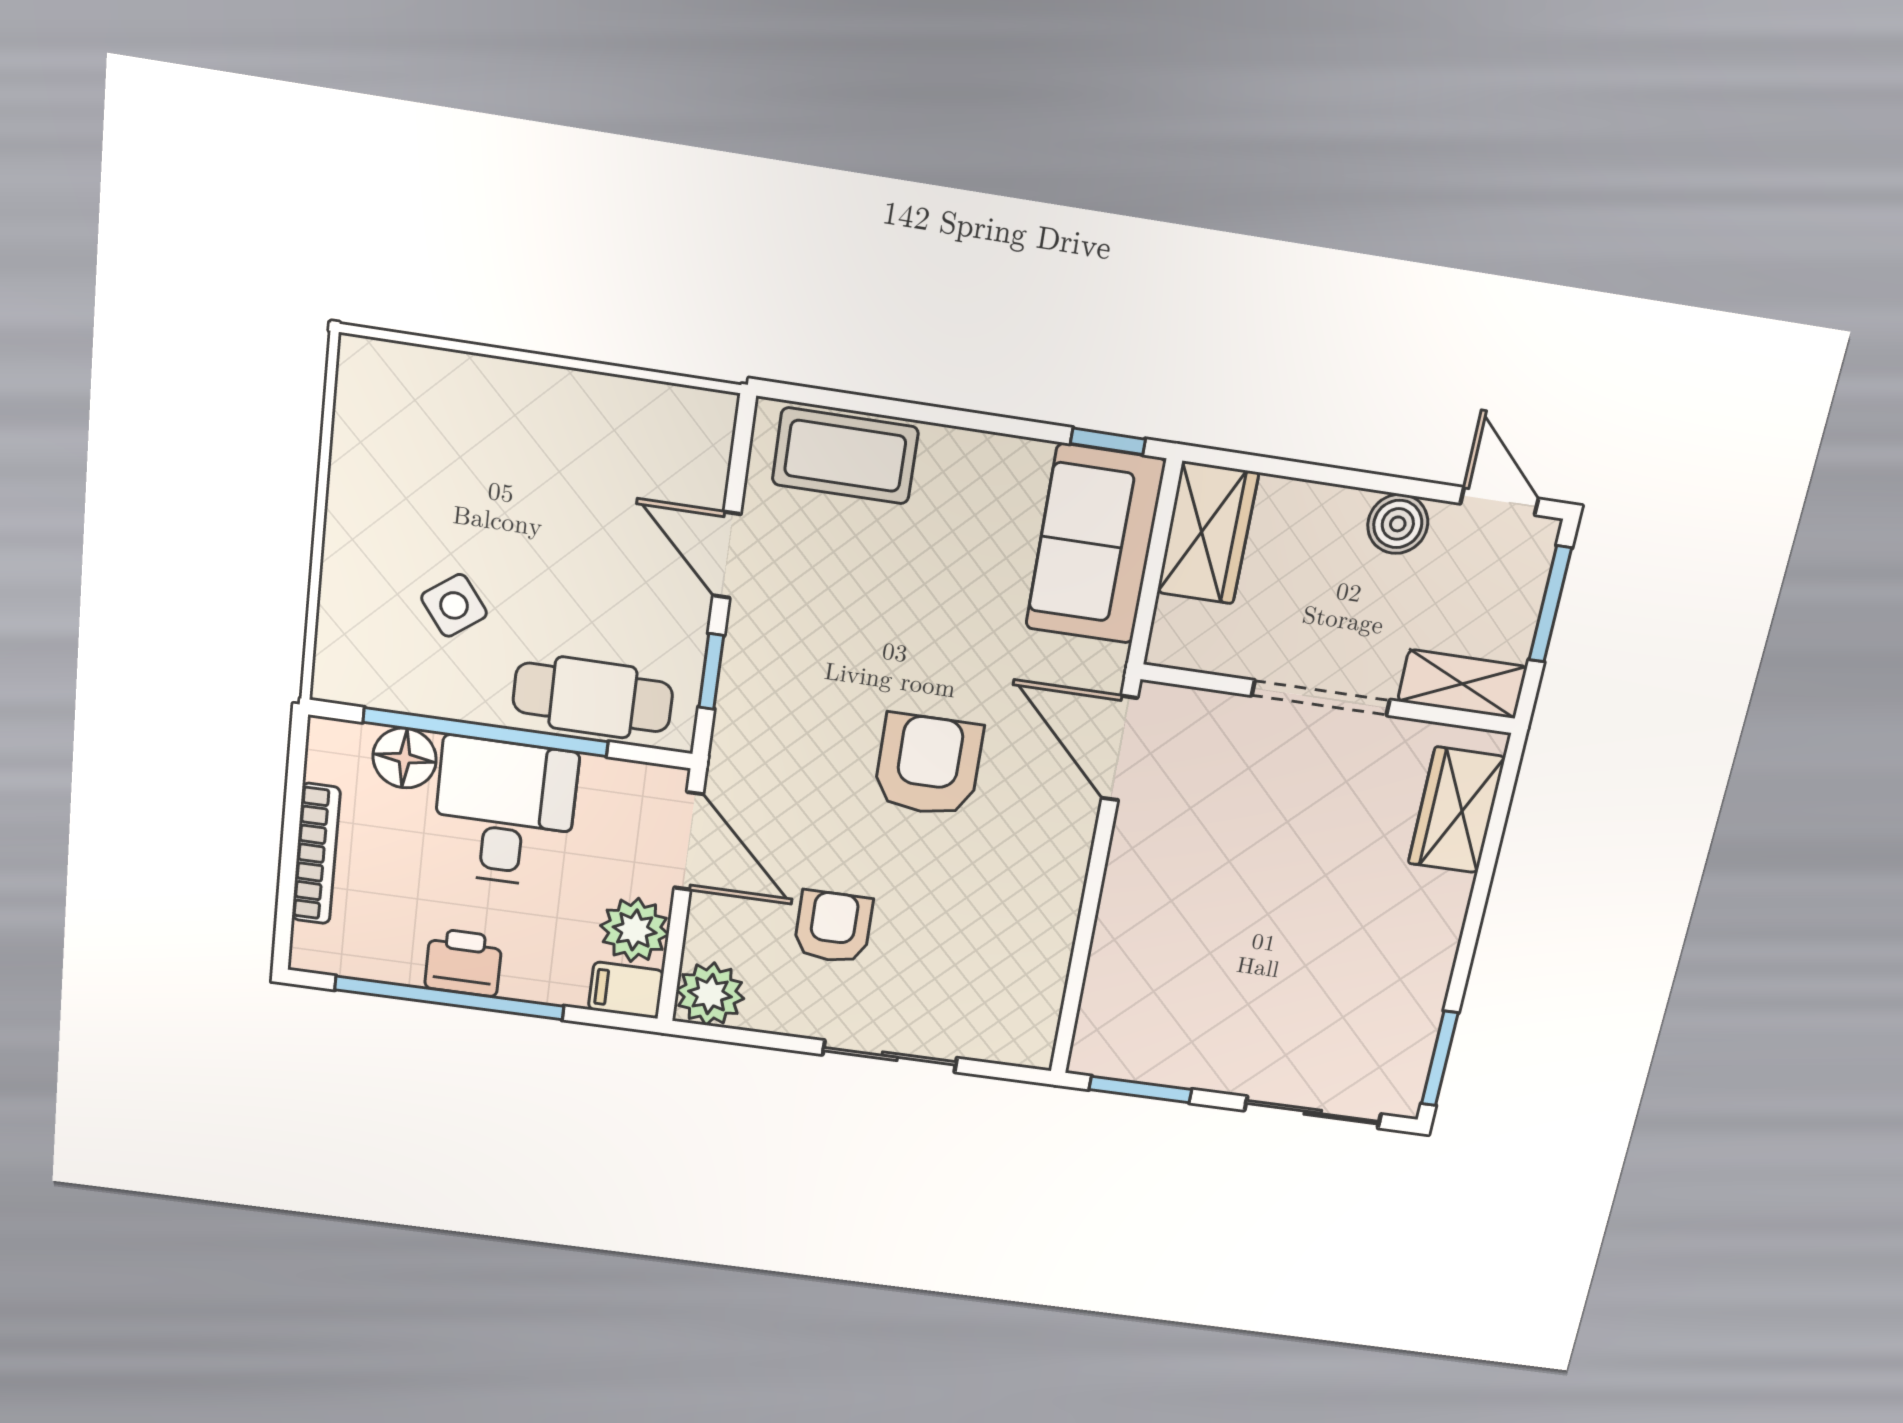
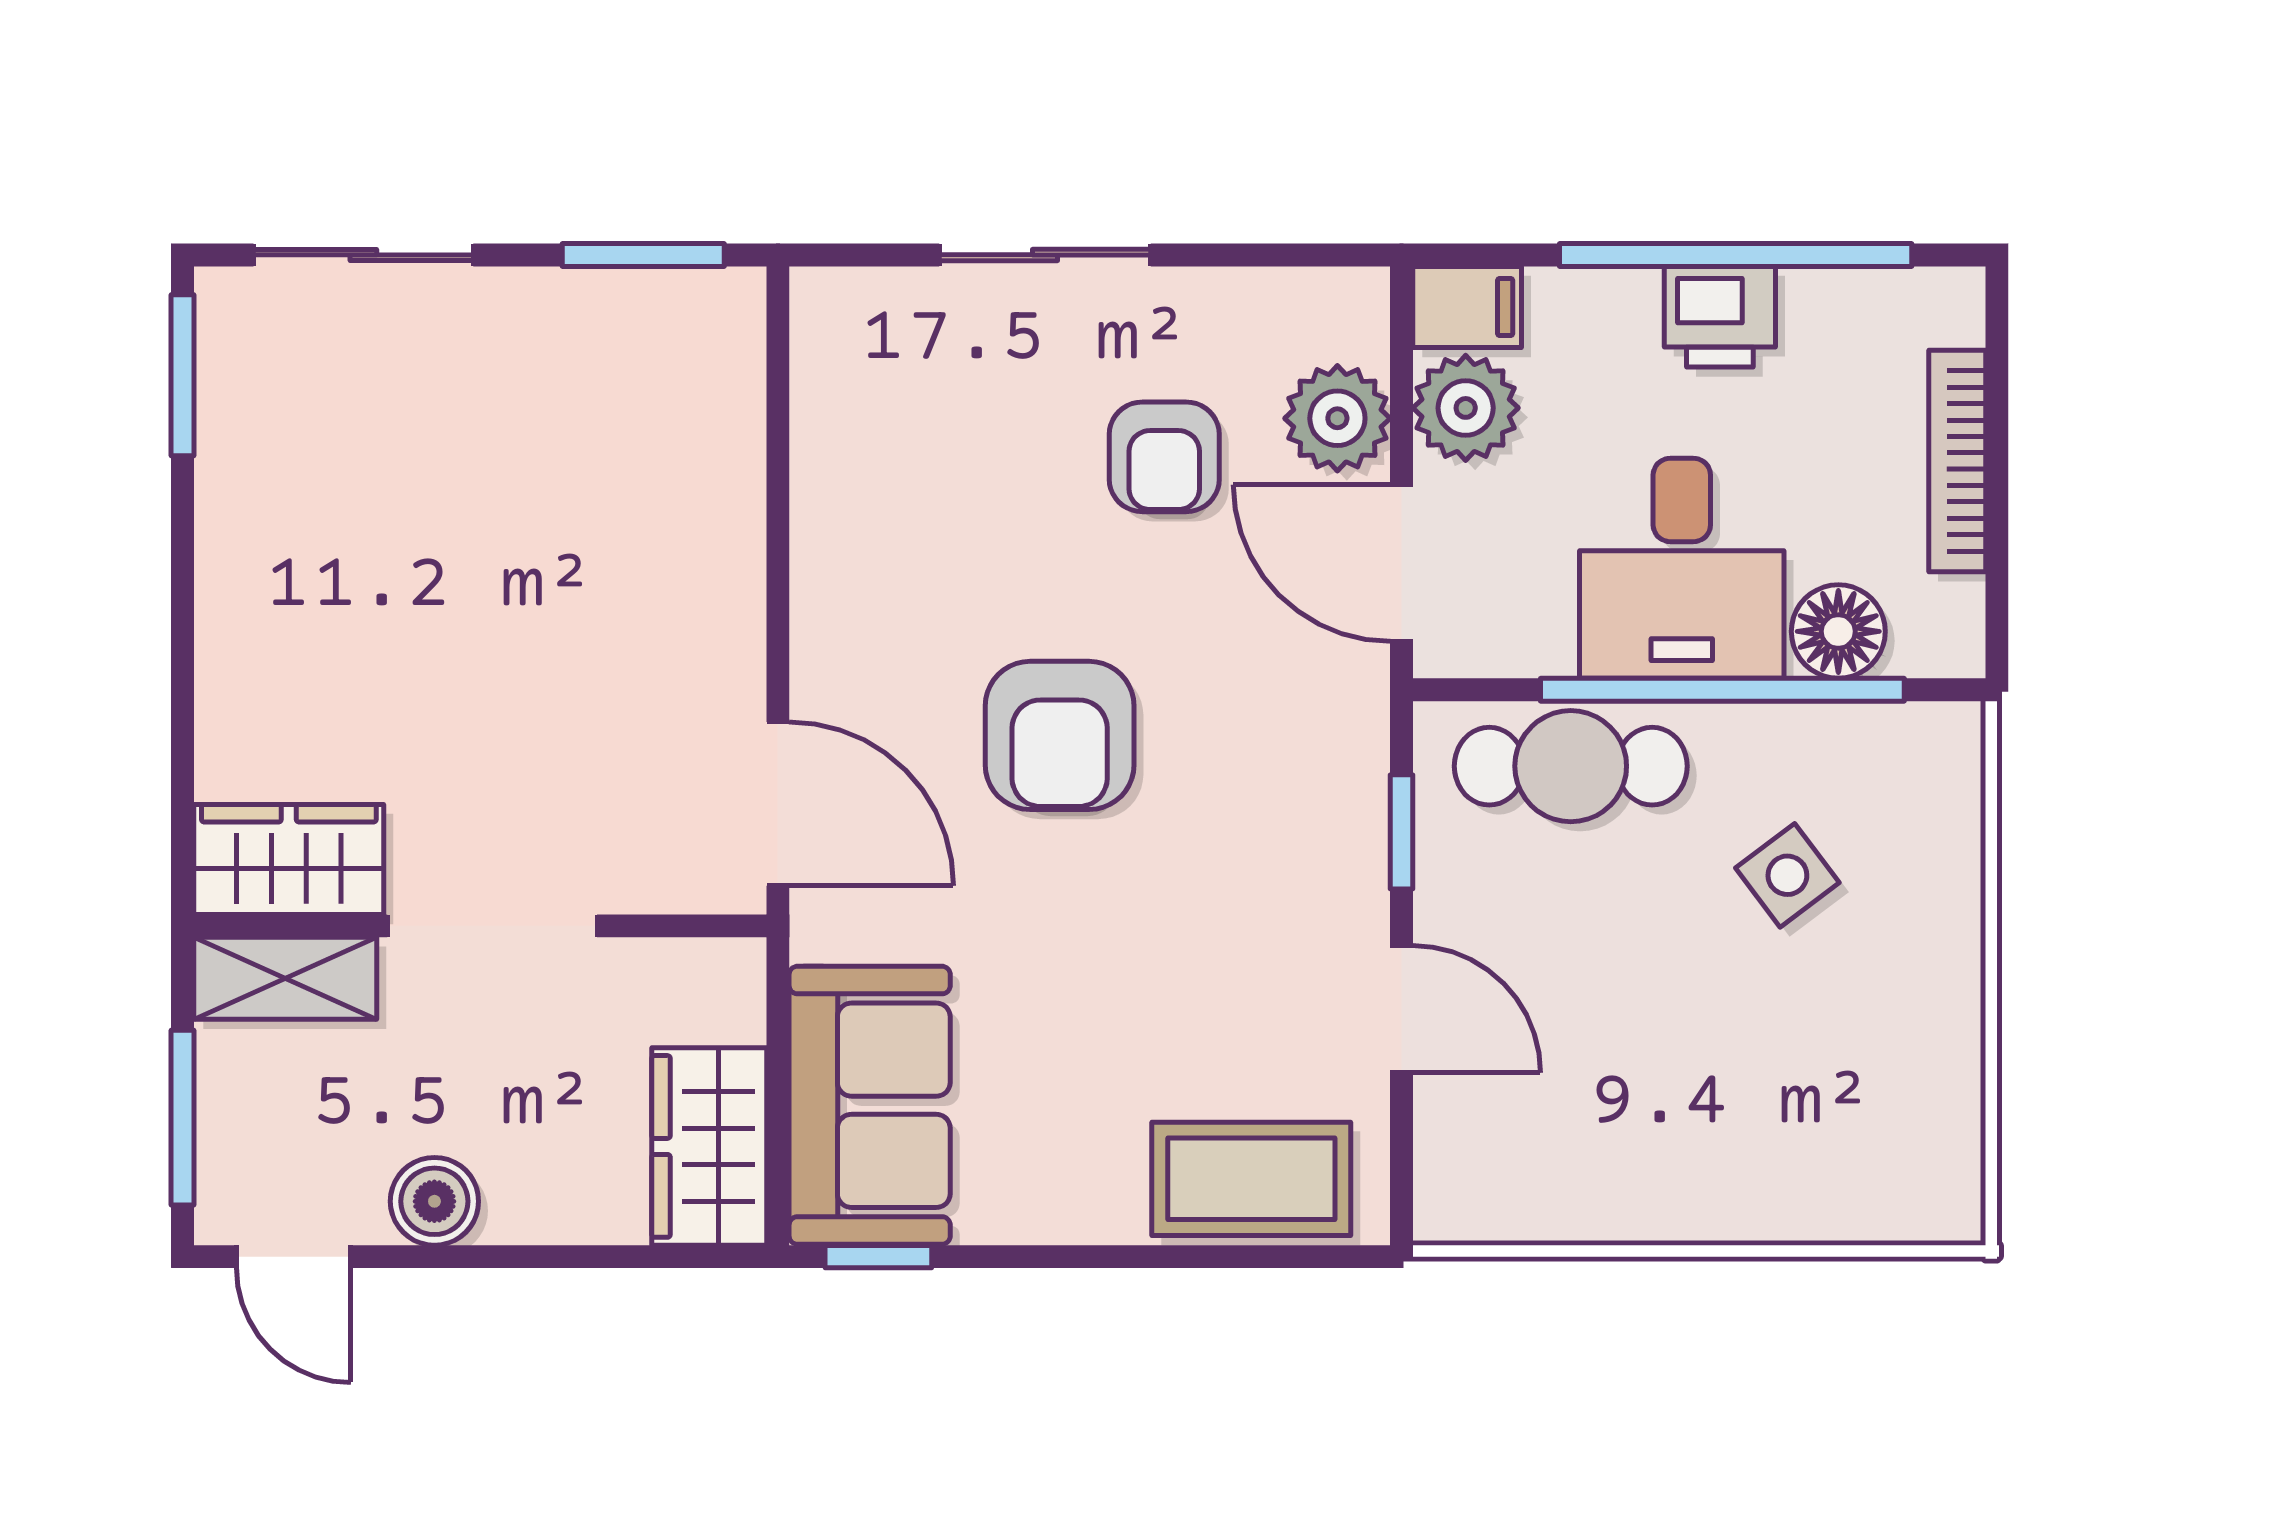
wardrobe: (1457, 810) -> (289, 860), moved, turned -90
plant: (710, 994) -> (1337, 418), moved

